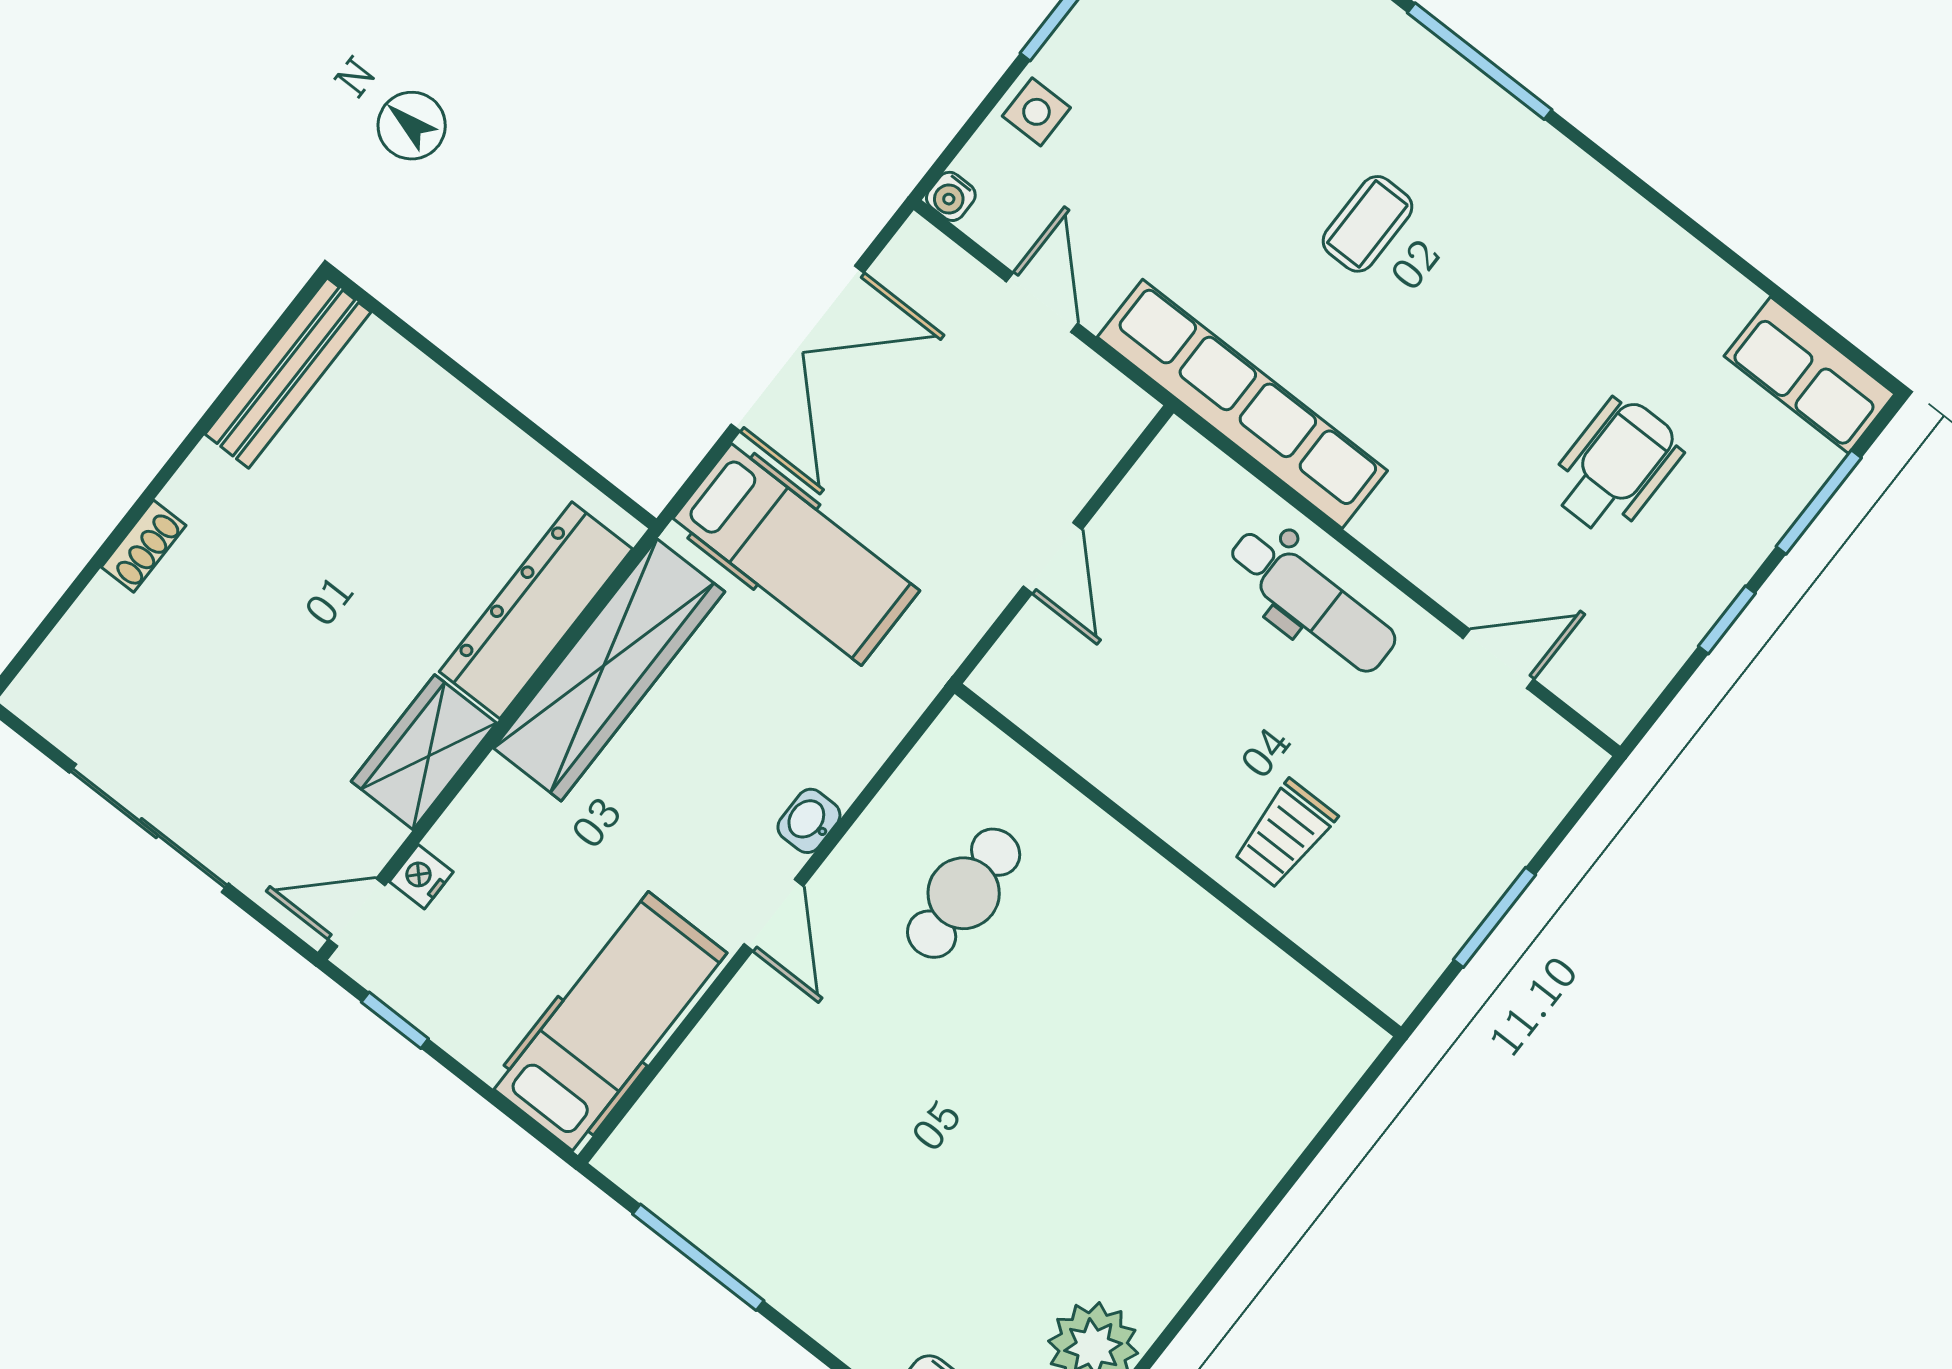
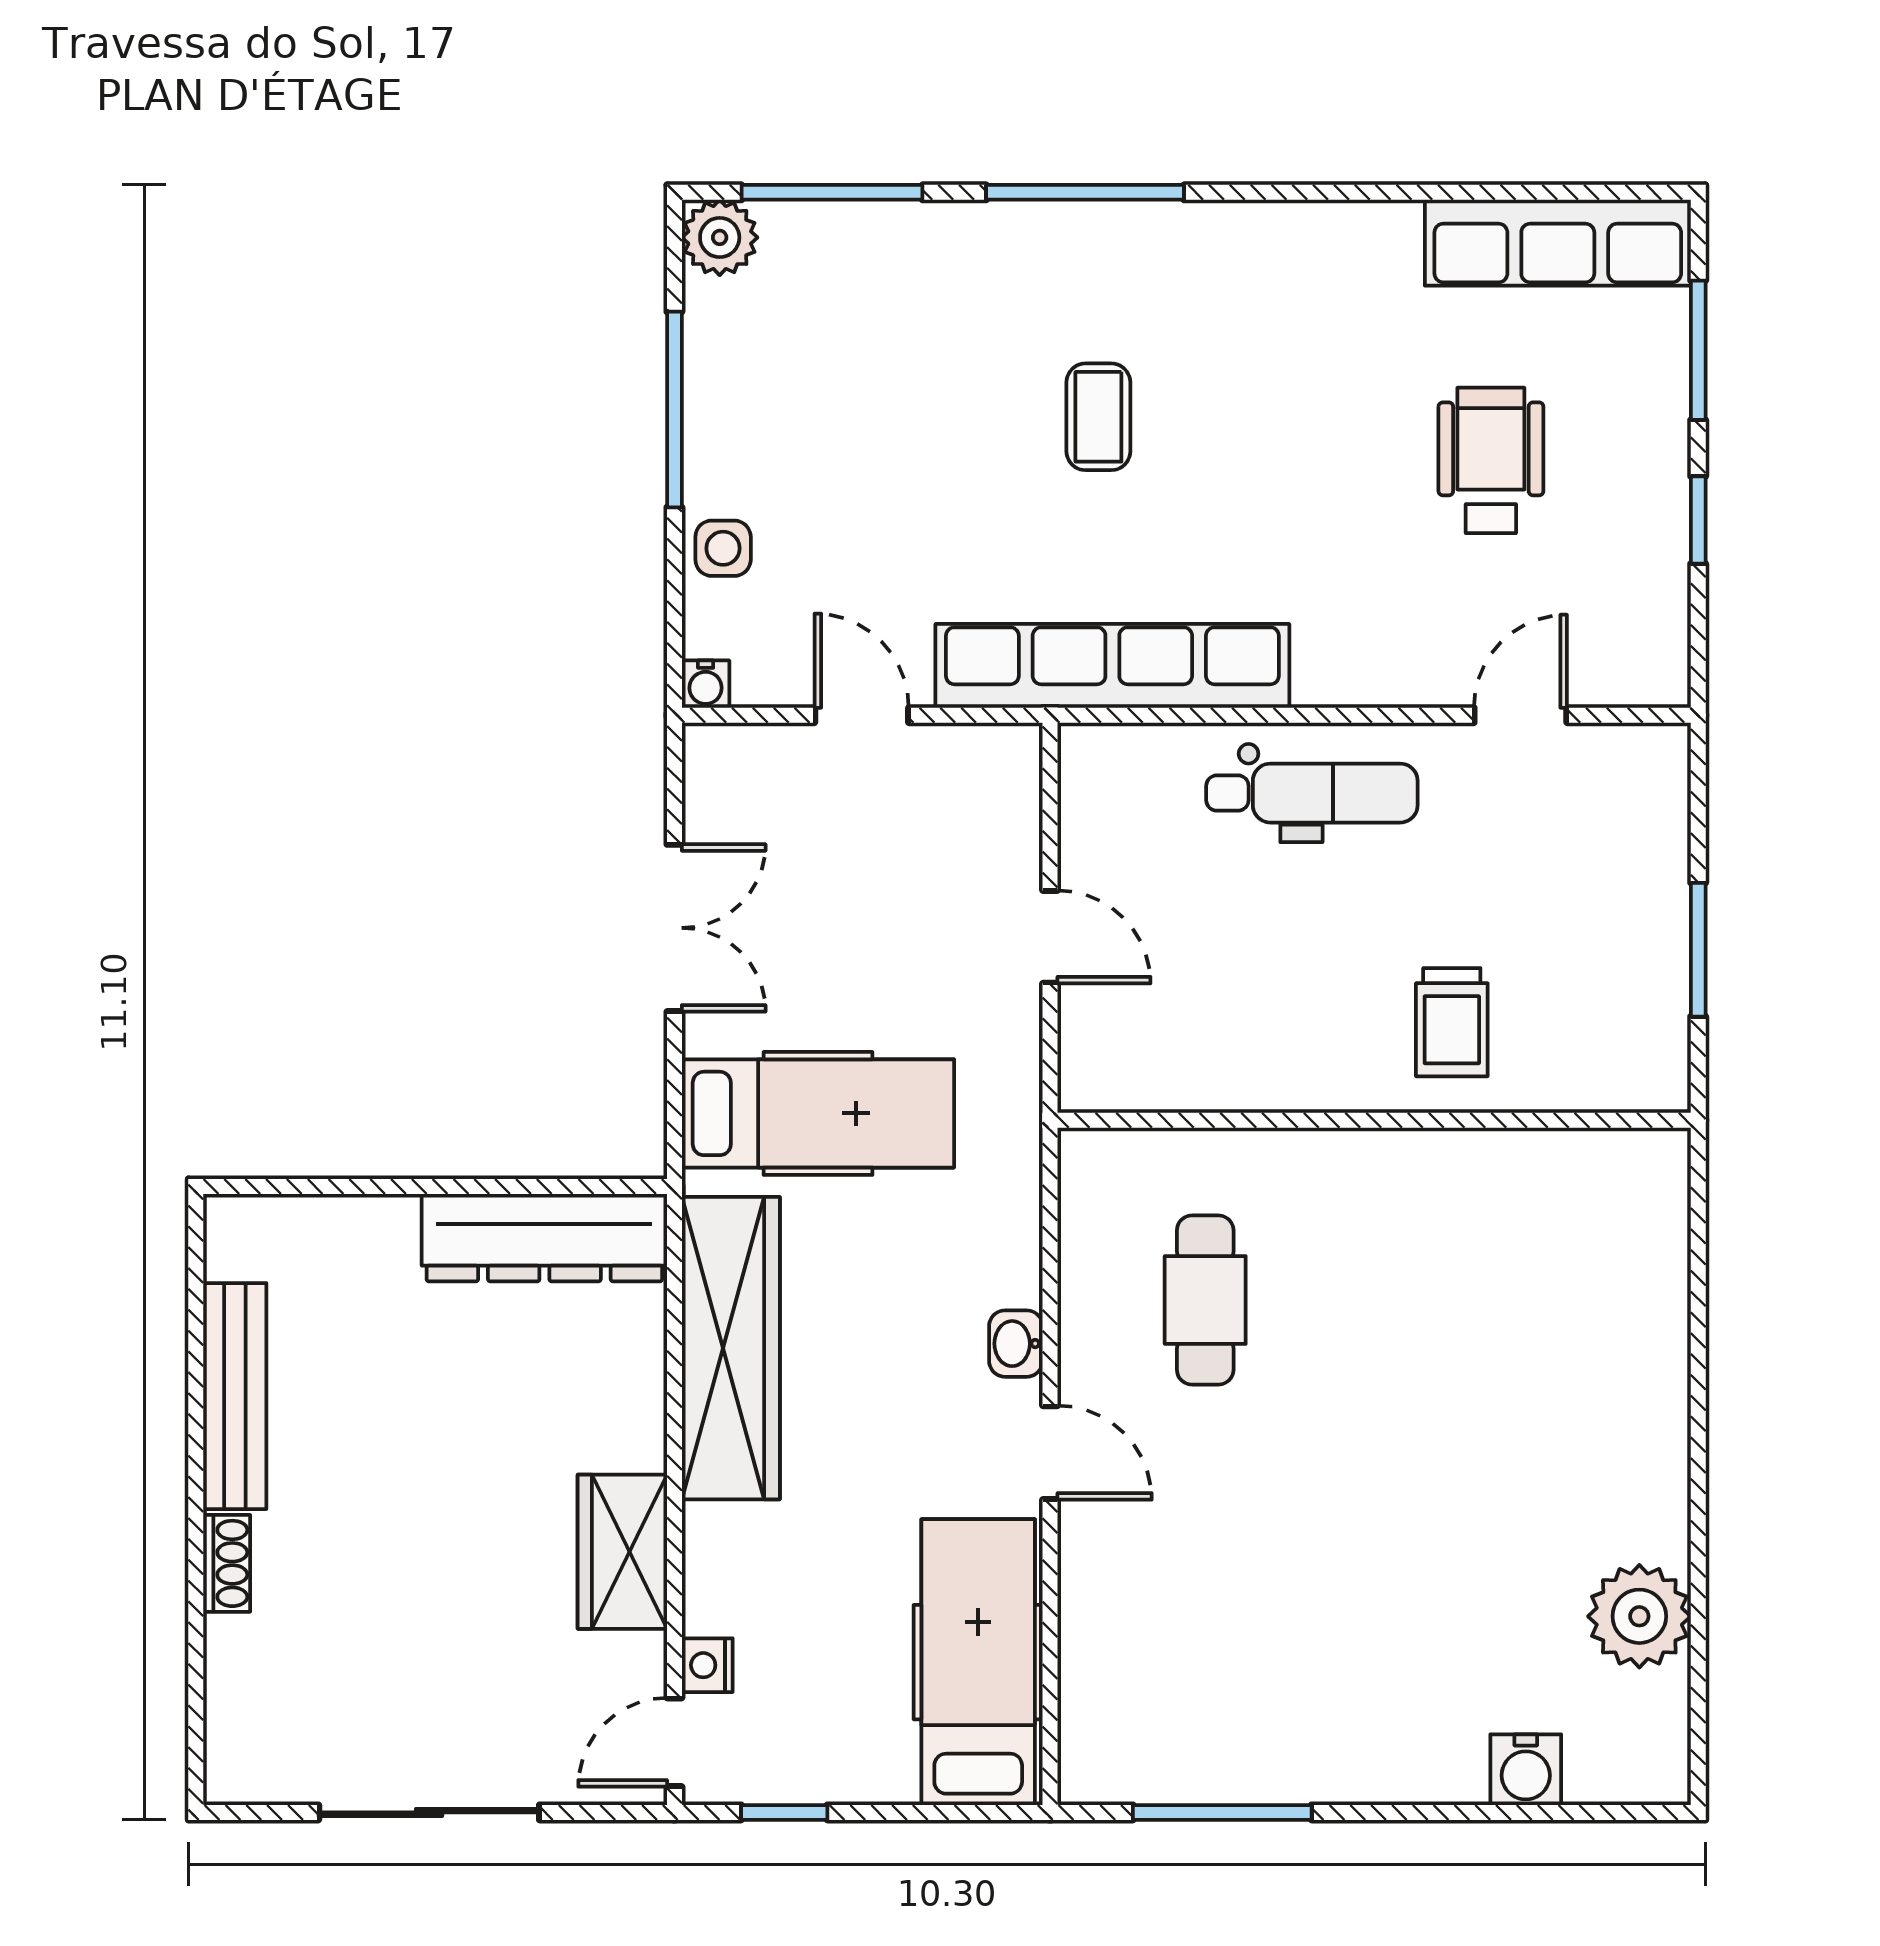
double door: (797, 348) -> (674, 928), width x0.73
bench: (288, 373) -> (235, 1396), moved
row of seats: (1810, 375) -> (1558, 243), width x1.48
dresser: (536, 610) -> (544, 1238), moved, turned -90

